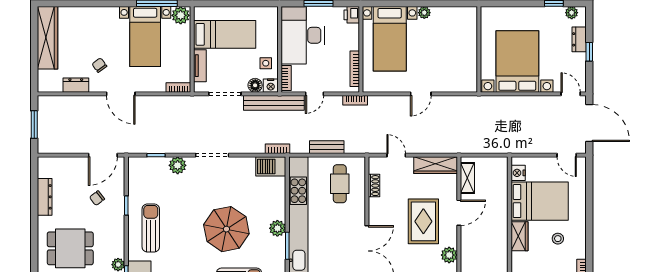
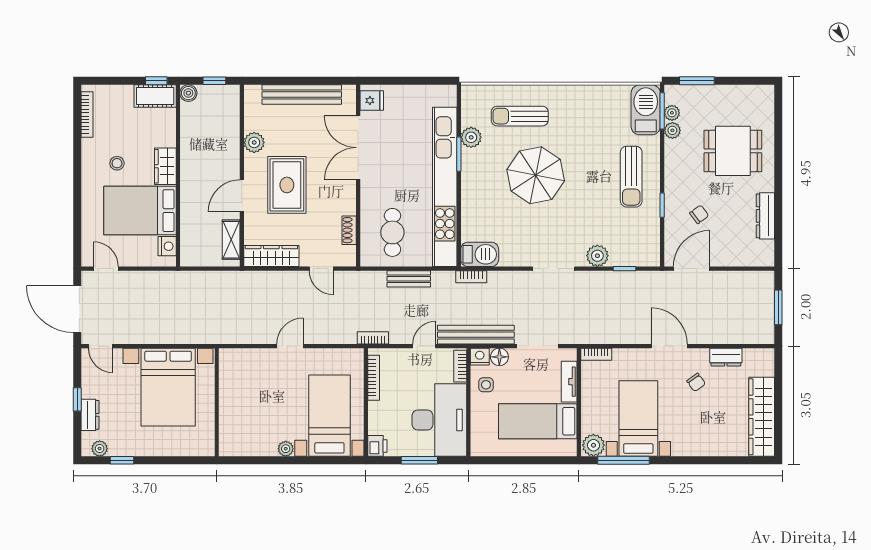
plant: (277, 228) -> (471, 137), moved

